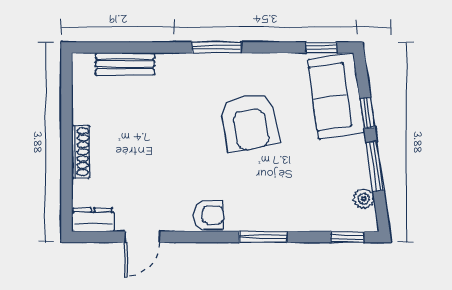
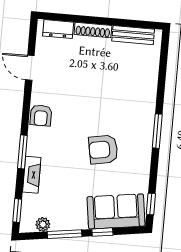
bench: (125, 64) -> (133, 35), moved, turned 90
armchair: (250, 122) -> (103, 150), width x0.73, depth x0.73
dresser: (93, 220) -> (58, 29), moved, turned 90
fireplace: (294, 221) -> (32, 175), added

